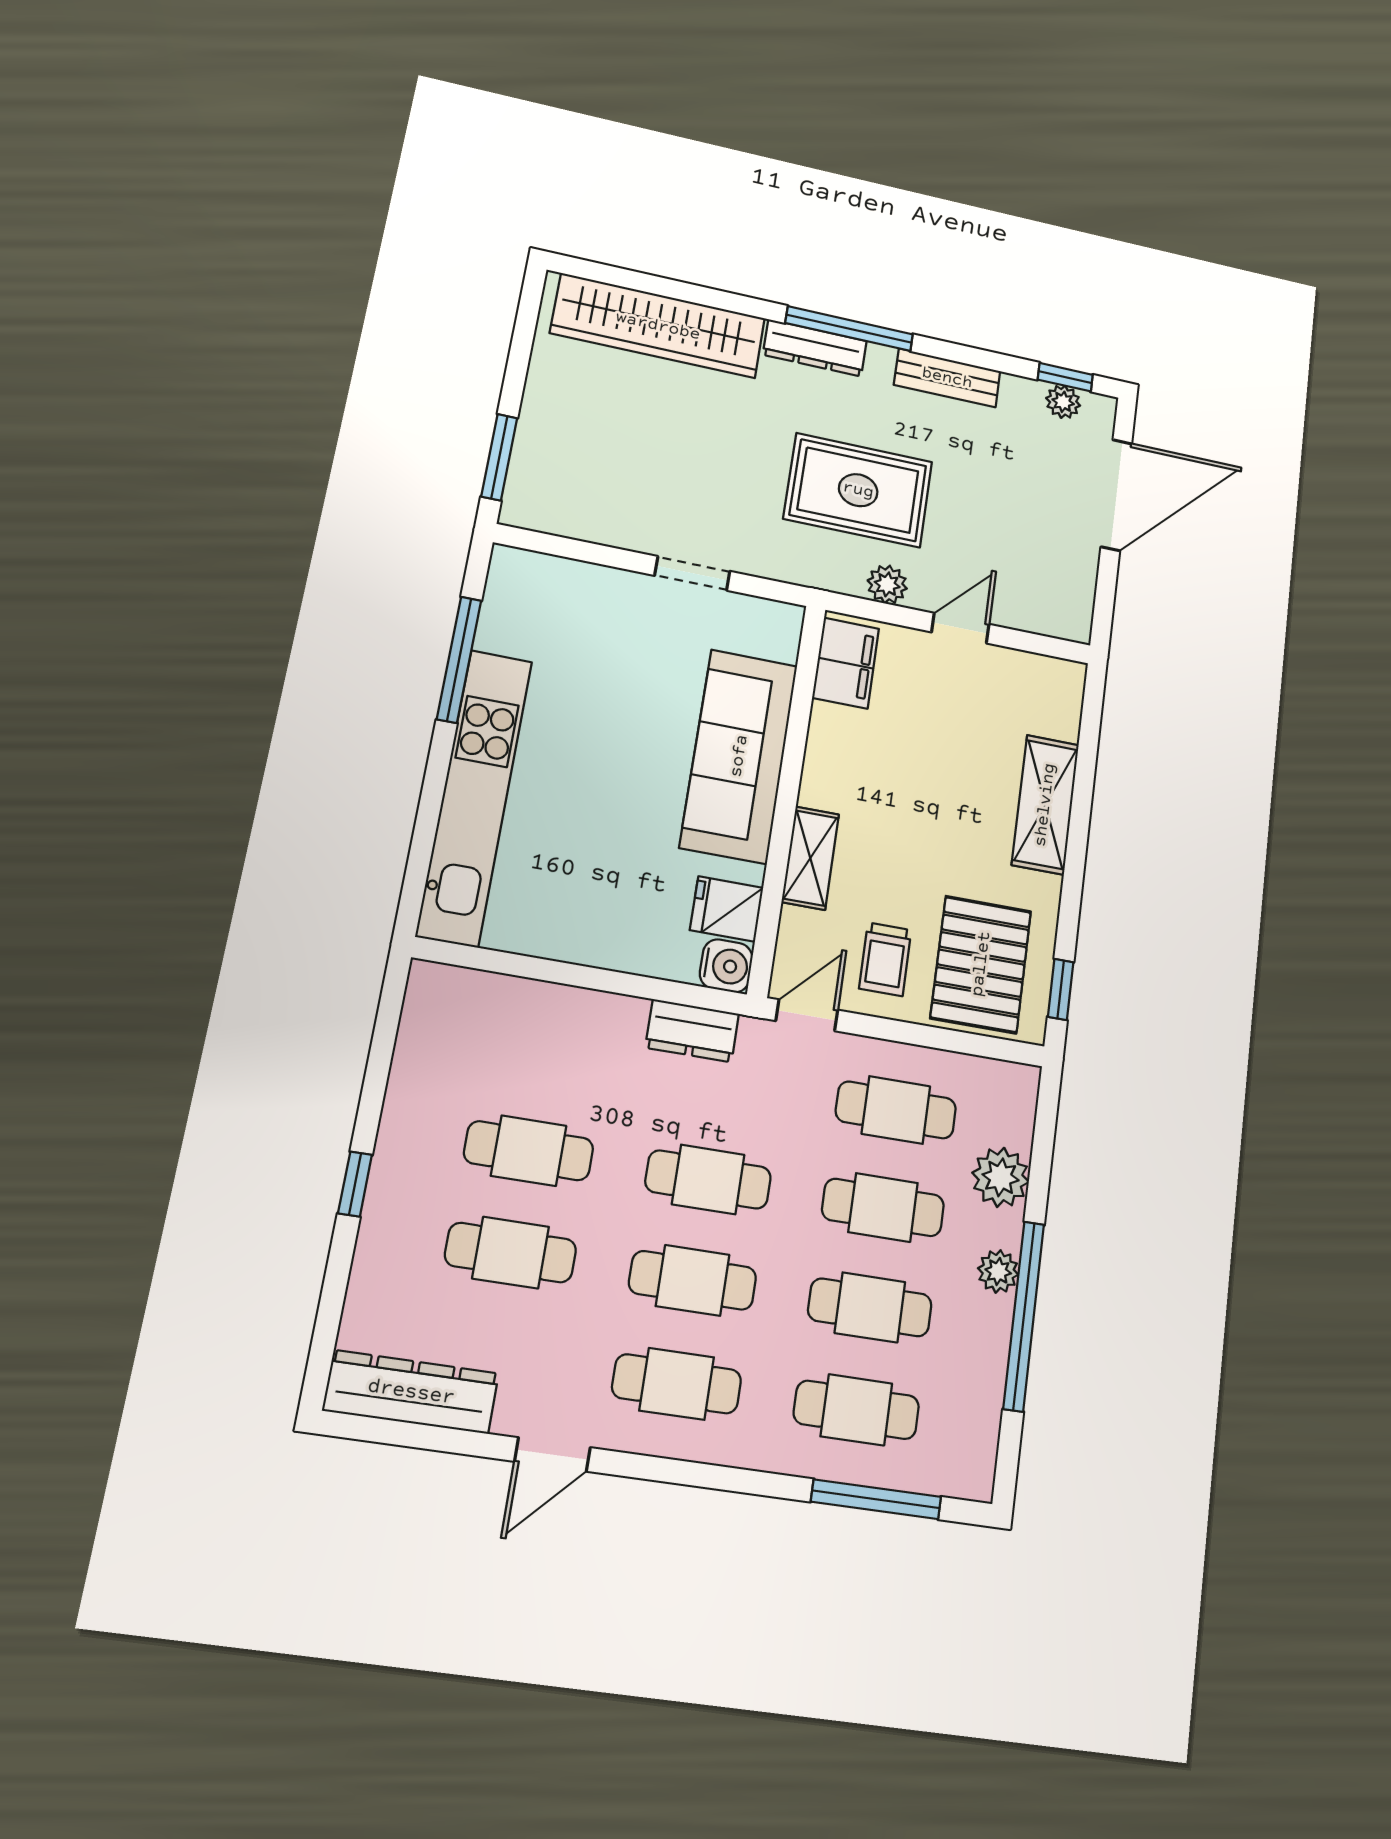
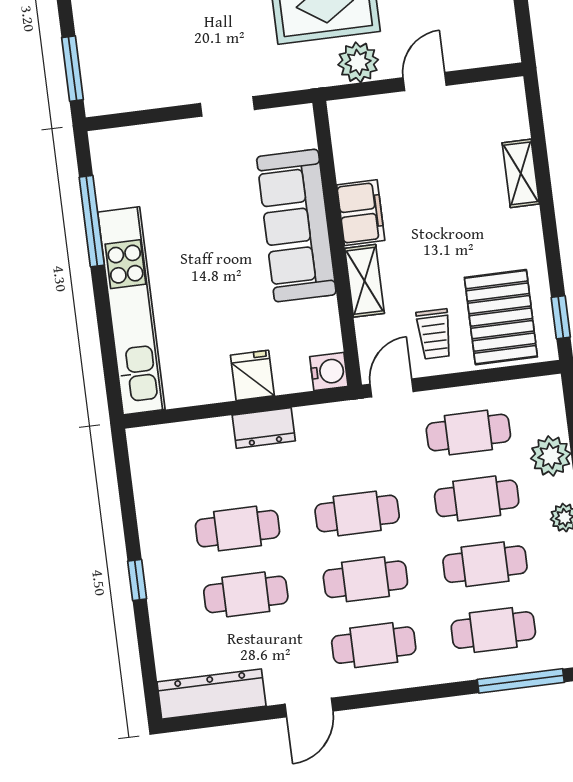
plant: (887, 584) -> (358, 62), width x1.38, depth x1.38
filing cabinet: (846, 663) -> (361, 213), moved
shelving: (1045, 805) -> (521, 173), width x0.67, depth x0.75
fridge: (727, 909) -> (252, 375), moved, turned 90
dresser: (692, 1031) -> (264, 428), moved

